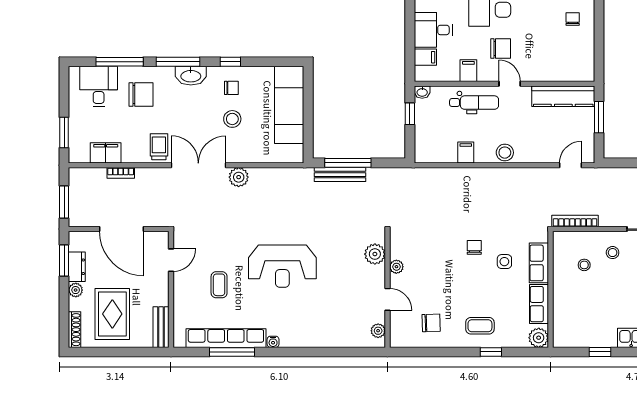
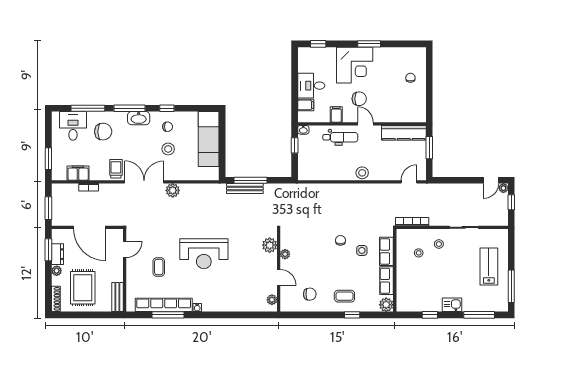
filing cabinet: (466, 152) -> (334, 173), removed

